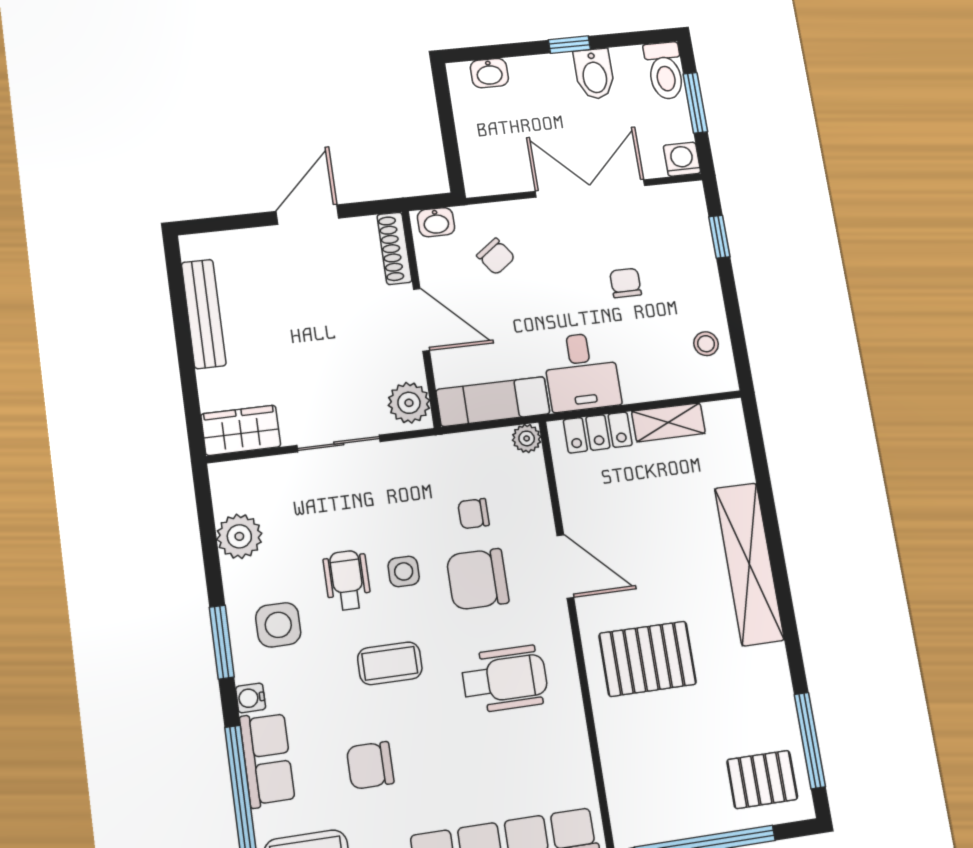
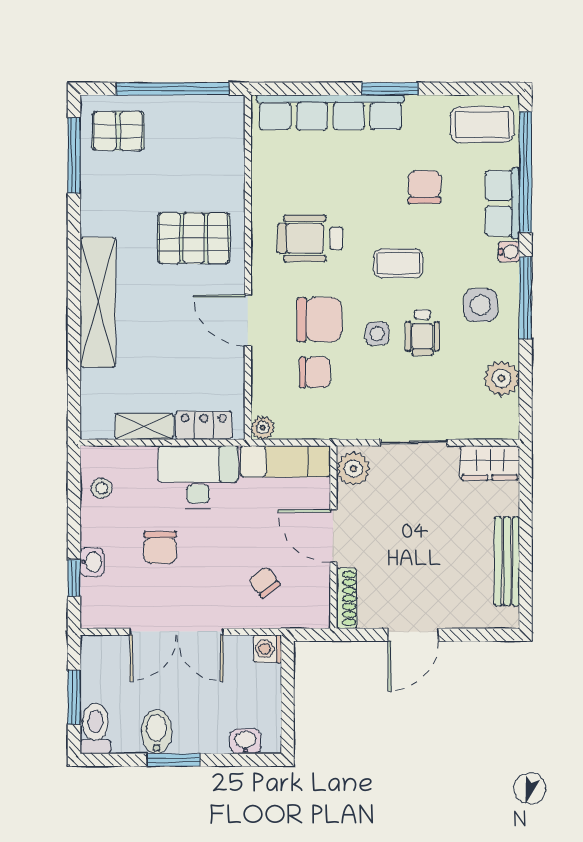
window: (569, 45) -> (173, 760), width x1.50
washing machine: (682, 159) -> (267, 649), moved, turned 90
washbasin: (436, 222) -> (92, 562), moved, turned 90
chair: (626, 283) -> (160, 547), width x1.37, depth x1.37
desk: (582, 372) -> (198, 477), width x1.37
chair: (474, 514) -> (315, 372), width x1.37, depth x1.37
window: (222, 642) -> (526, 298), width x1.44
chair: (370, 765) -> (424, 187), turned -90

